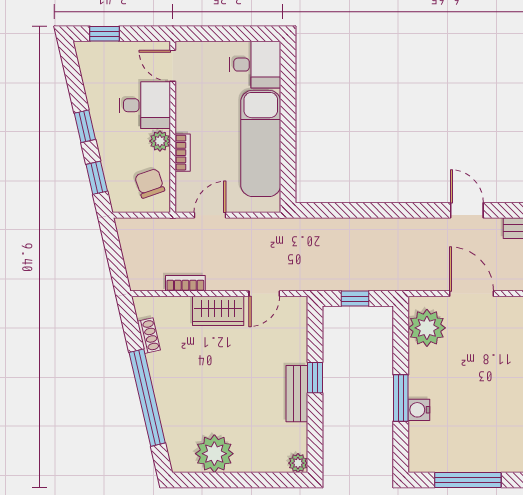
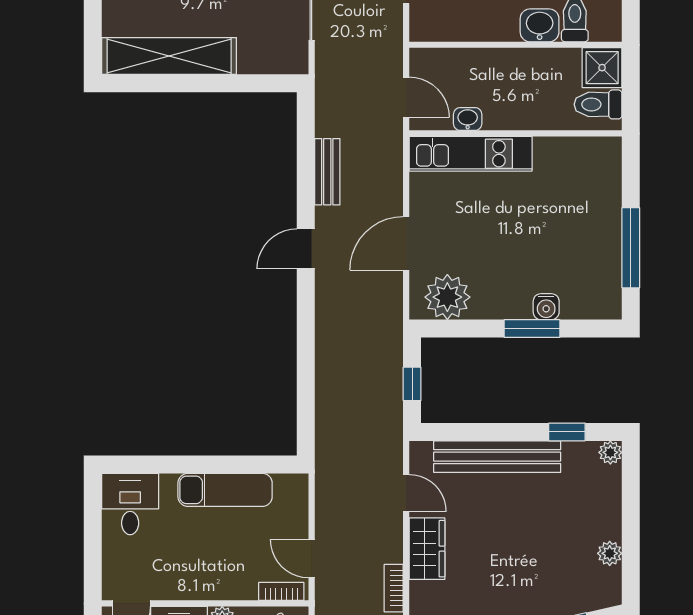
exam couch: (261, 143) -> (225, 490), width x0.73, depth x0.69
bookcase: (183, 153) -> (281, 591), moved
window: (315, 378) -> (567, 432), moved
bench: (297, 394) -> (497, 457), width x1.86, depth x1.21
plant: (214, 454) -> (610, 553), width x0.53, depth x0.53

